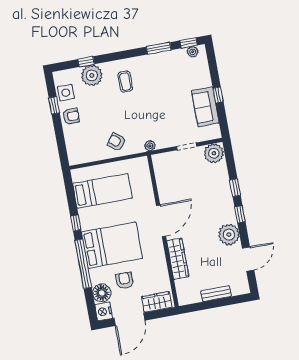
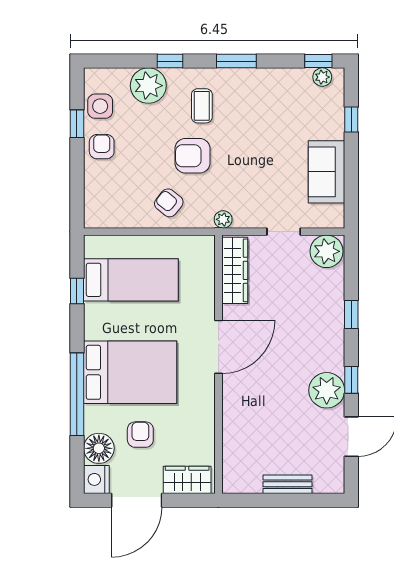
window: (159, 48) -> (236, 61), moved
window: (86, 62) -> (170, 61), moved
window: (218, 95) -> (351, 120), moved
armchair: (125, 112) -> (192, 156), added
armchair: (71, 116) -> (102, 147), turned -90
window: (240, 214) -> (351, 380), moved
window: (76, 223) -> (77, 291), moved
wardrobe: (178, 259) -> (235, 270), moved

